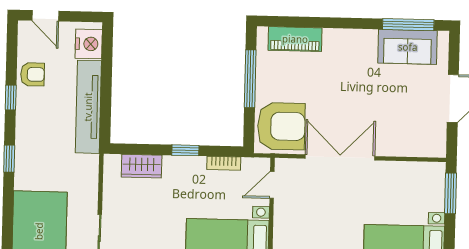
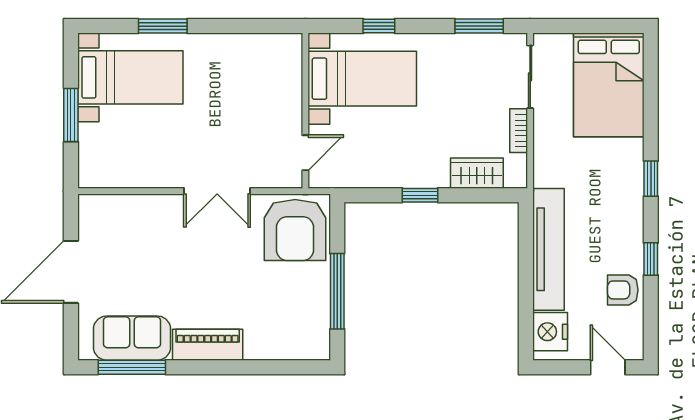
piano: (295, 39) -> (208, 345), moved
armchair: (281, 126) -> (295, 230), turned -90
double door: (340, 157) -> (217, 191), width x0.73
bookcase: (224, 163) -> (519, 131), moved, turned -90
window: (451, 193) -> (71, 115), moved

